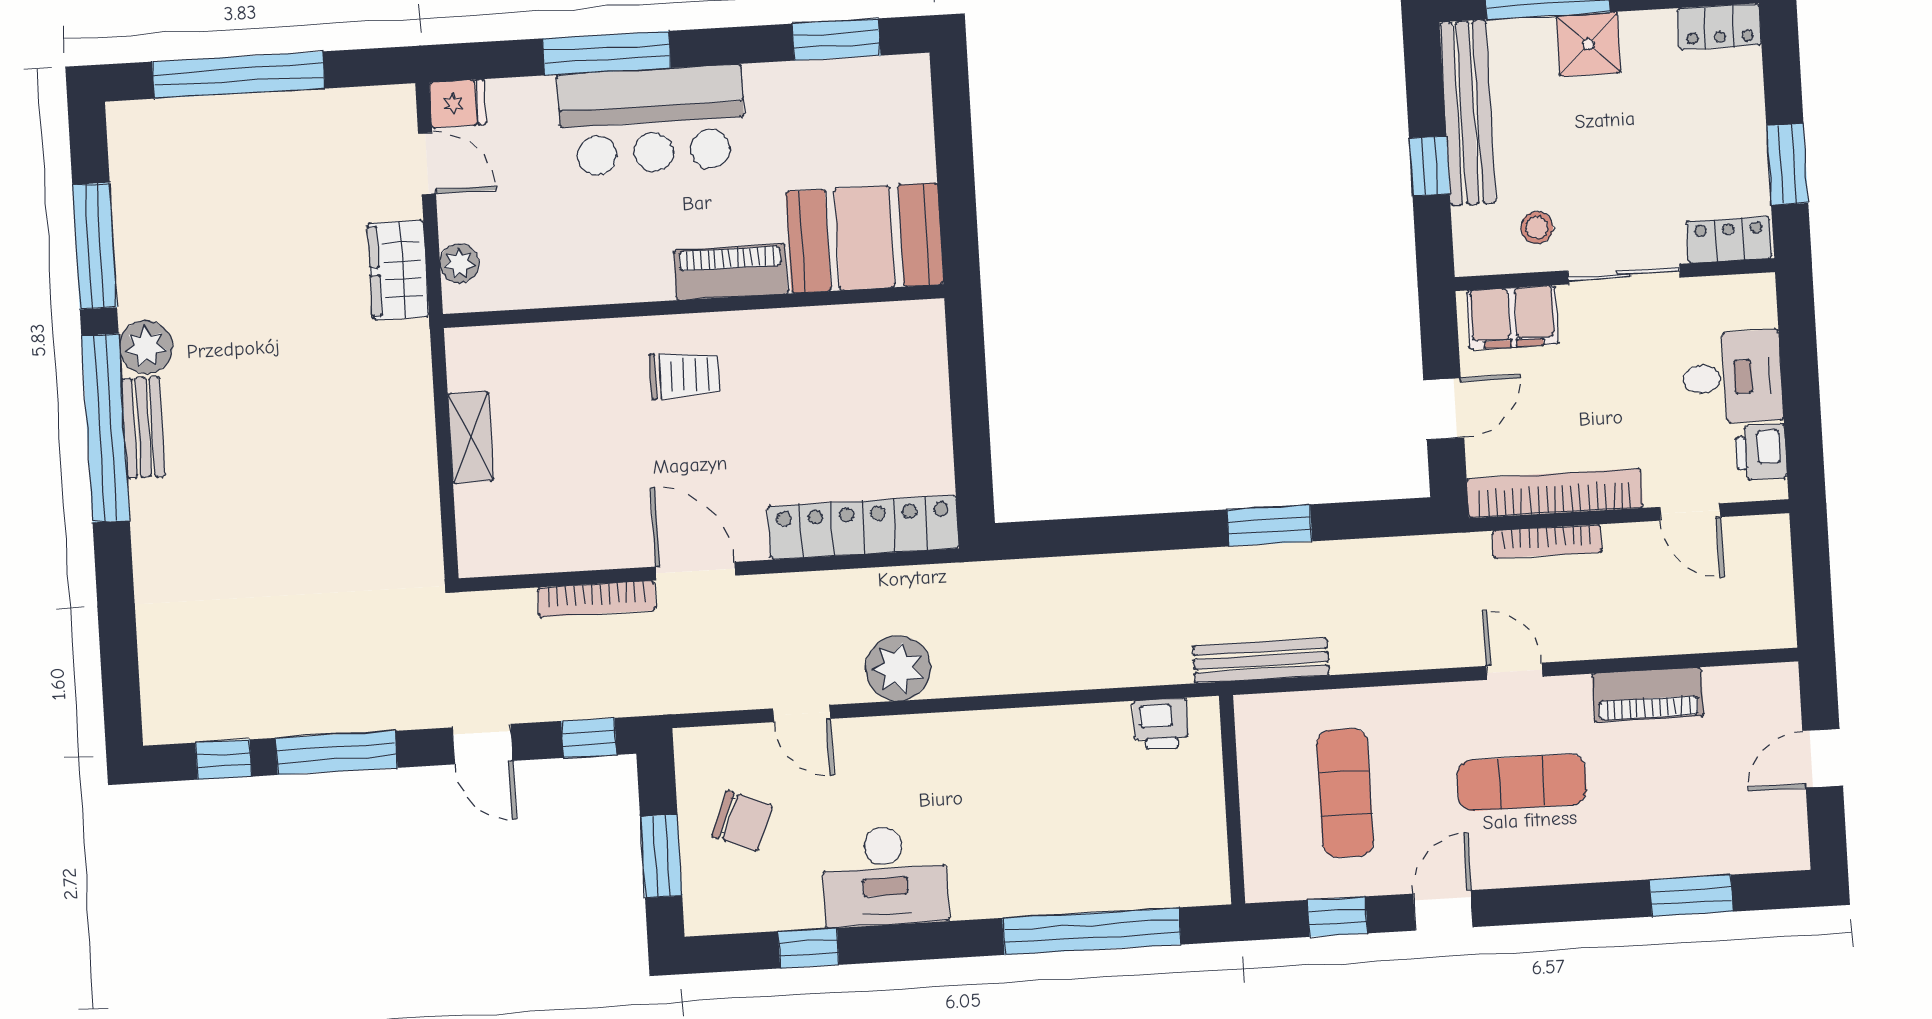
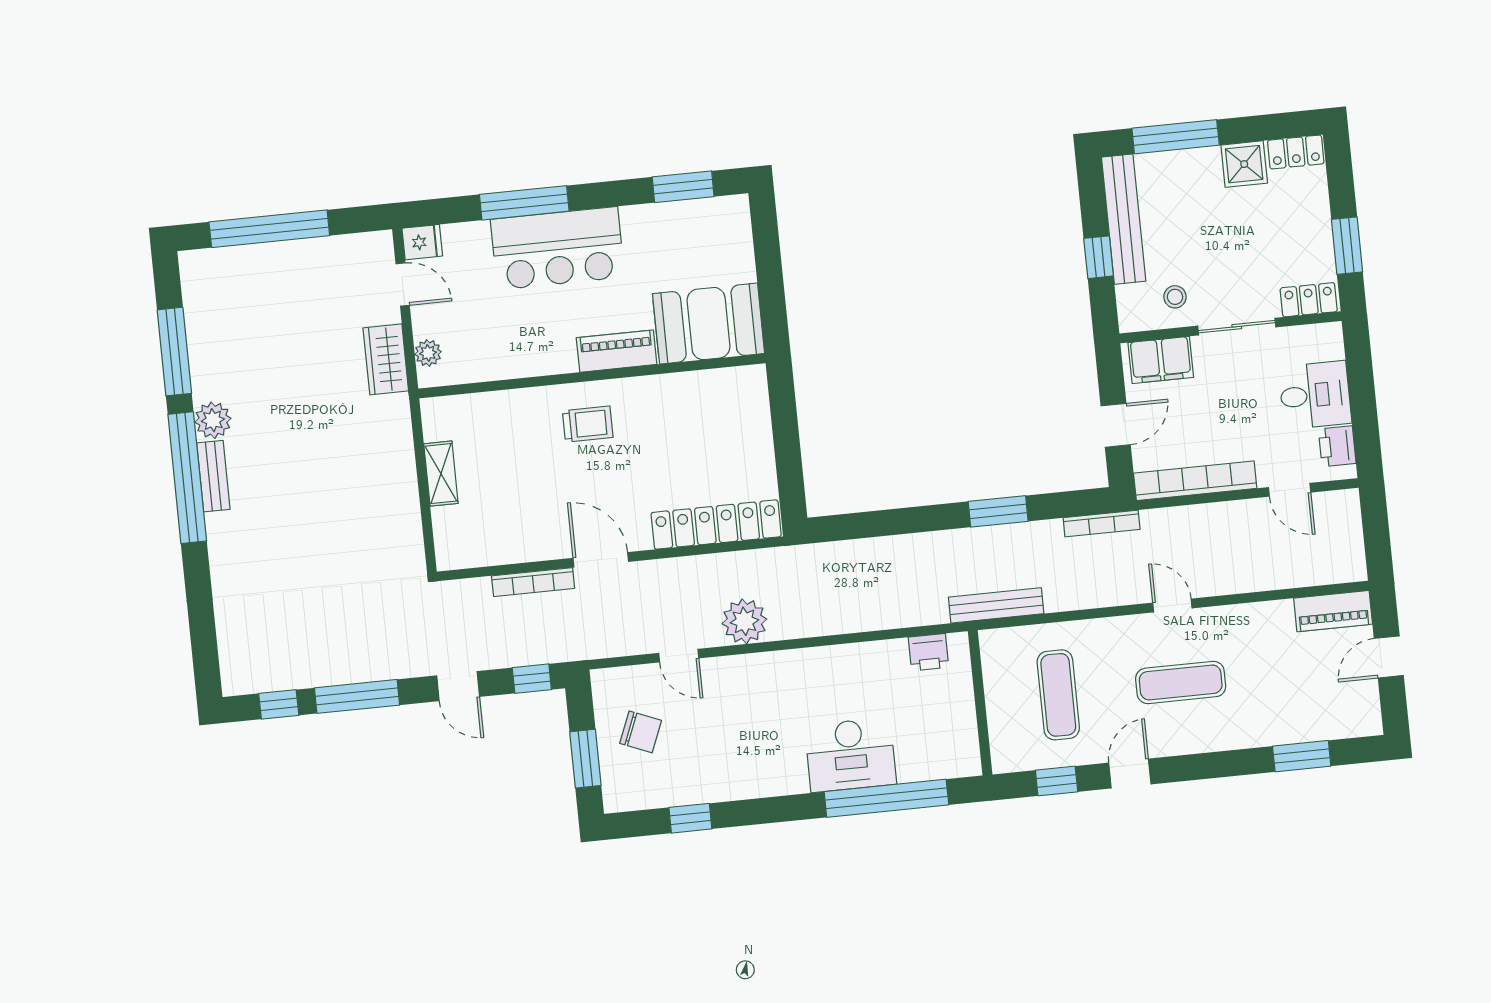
shower: (1589, 44) -> (1244, 164), moved
bookcase: (1547, 541) -> (1102, 524), moved
piano: (1648, 695) -> (1333, 611), moved
desk: (885, 876) -> (850, 755), moved

